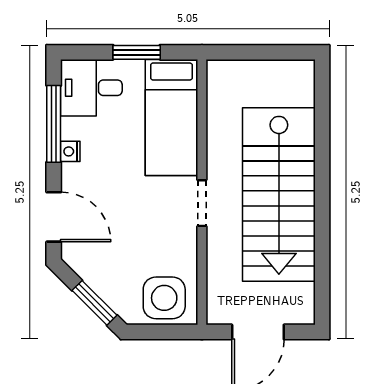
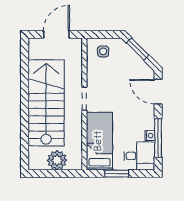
plant: (257, 79) -> (57, 160), added
nightstand: (70, 151) -> (150, 136), moved
side table: (164, 298) -> (103, 51), width x0.54, depth x0.54

